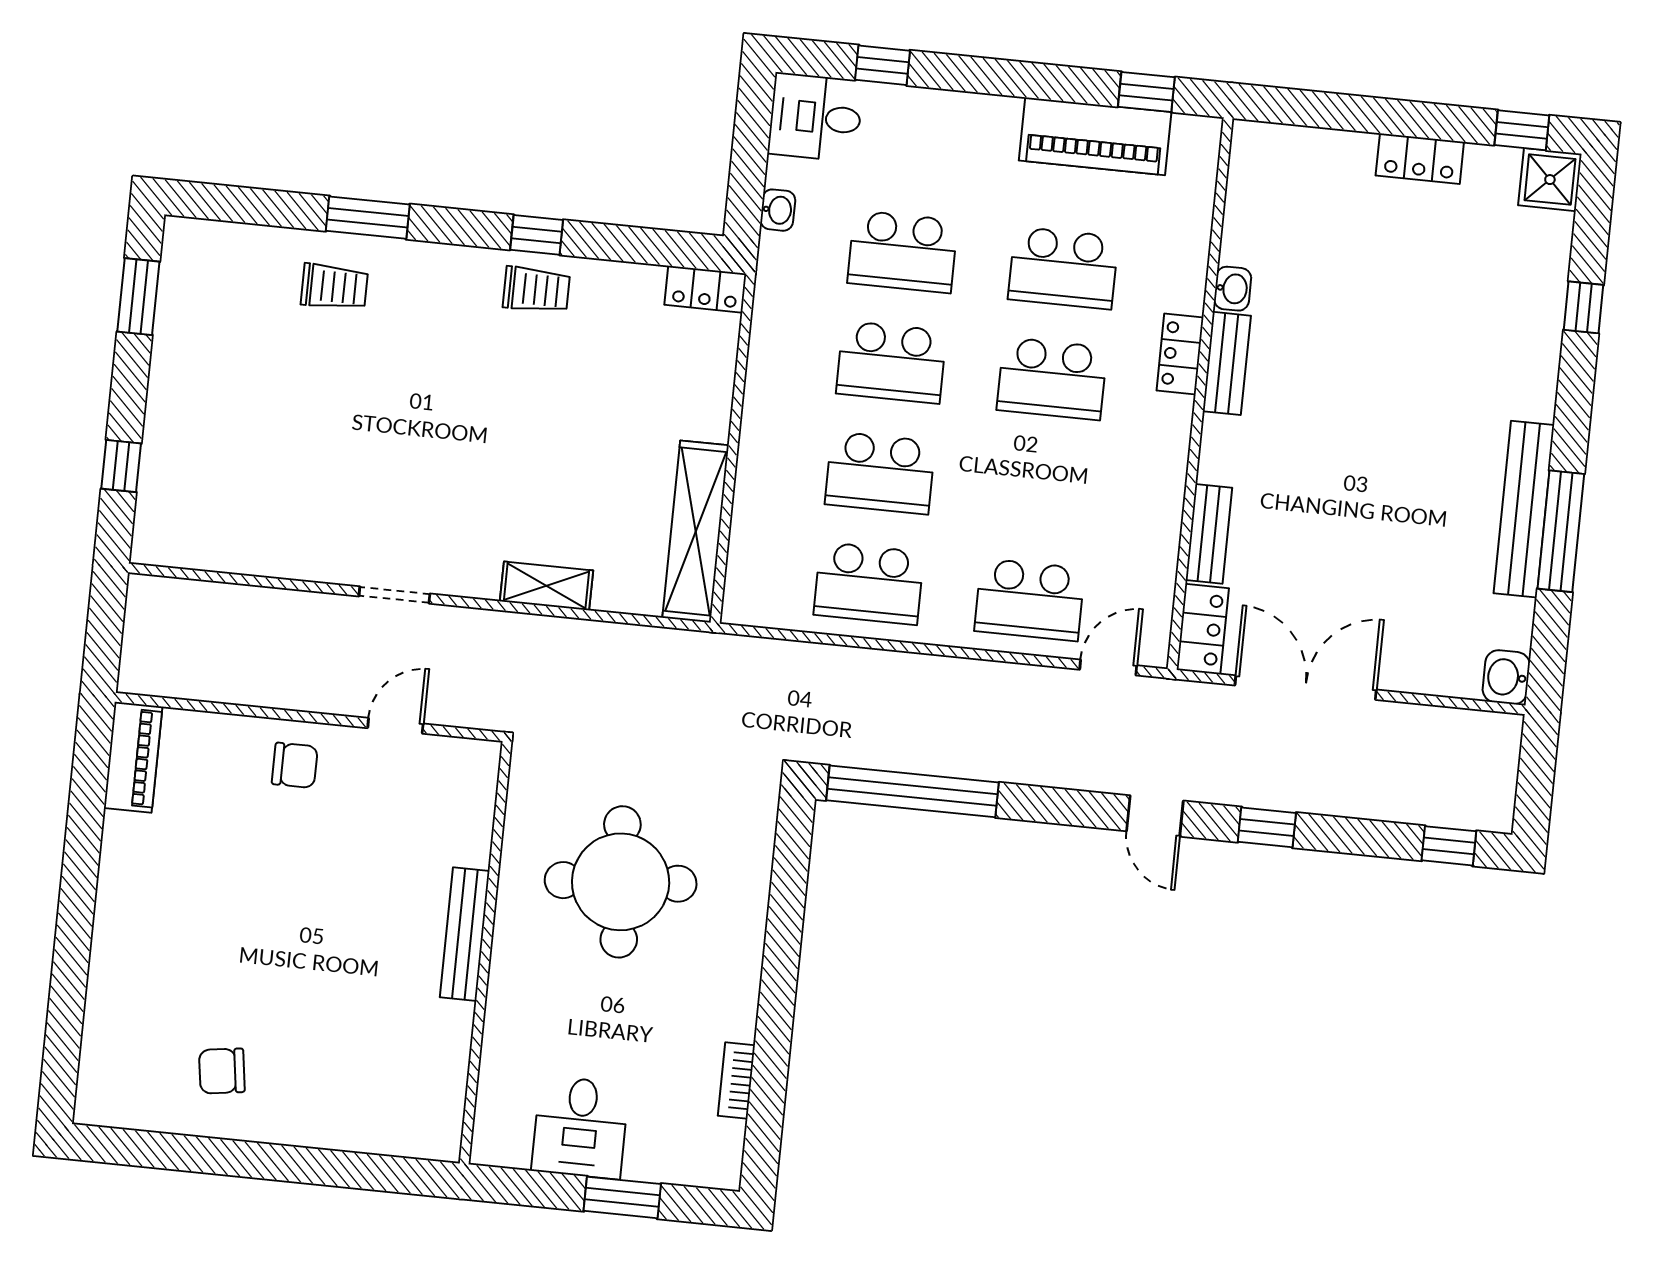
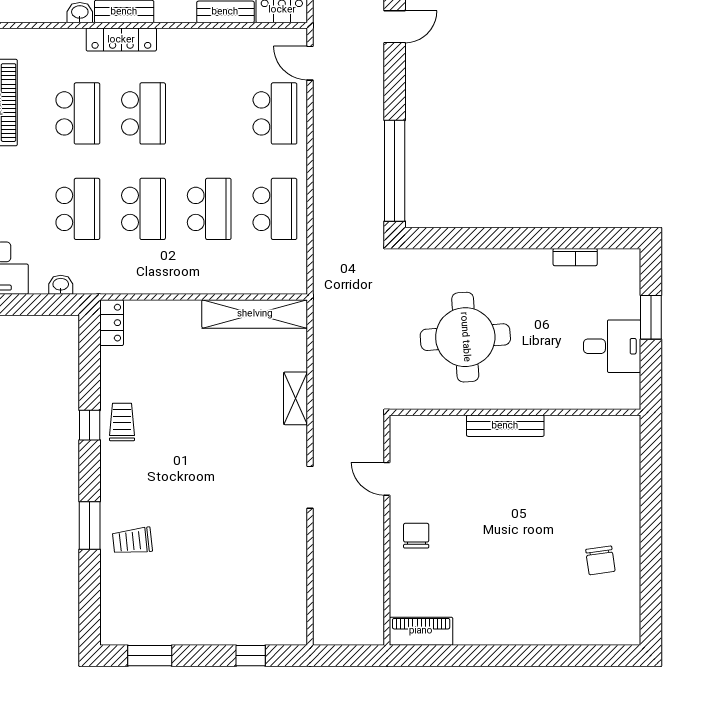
trolley: (334, 287) -> (132, 541), turned -96
locker: (1180, 354) -> (121, 40), width x1.53

